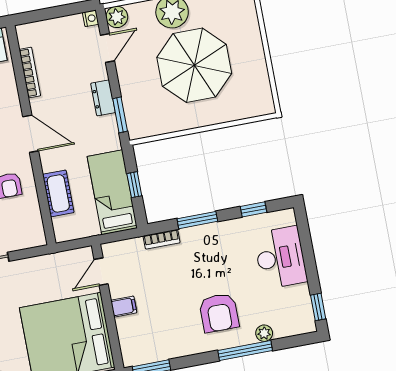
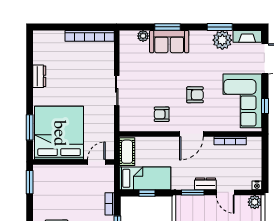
door: (107, 48) -> (225, 192), moved
cot: (58, 193) -> (127, 152), moved, turned 90
door: (101, 272) -> (96, 162), hinge flipped
filing cabinet: (124, 307) -> (72, 172), removed

